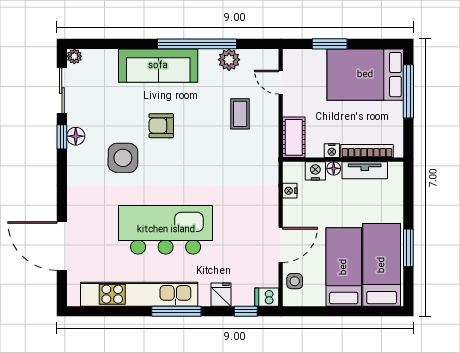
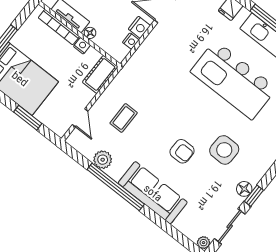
nightstand: (315, 171) -> (139, 27), moved, turned -90

